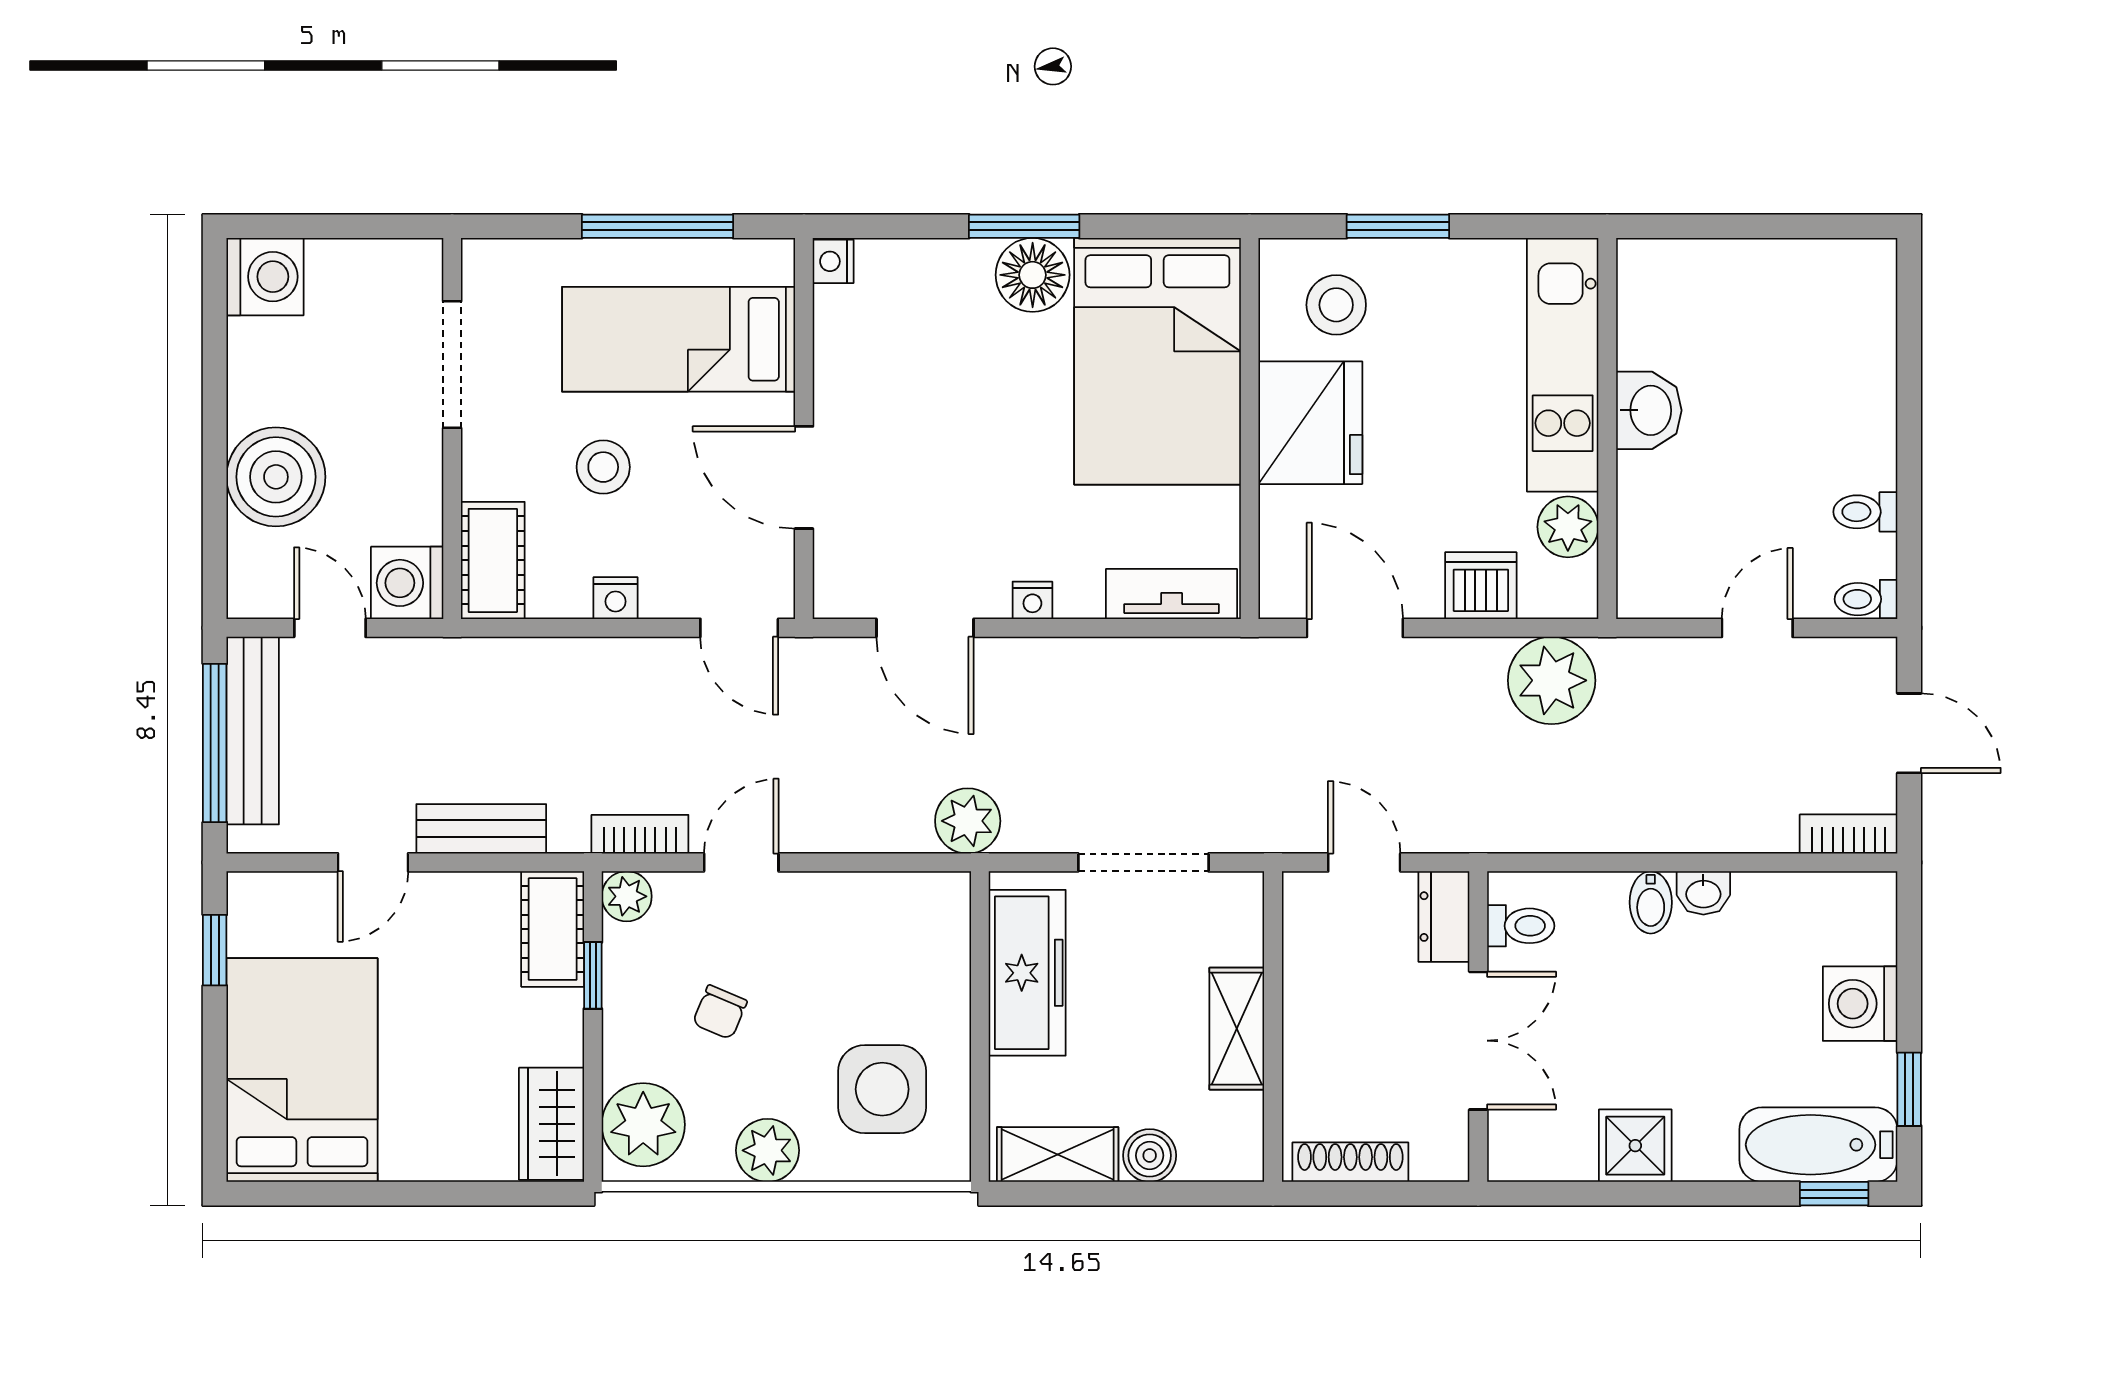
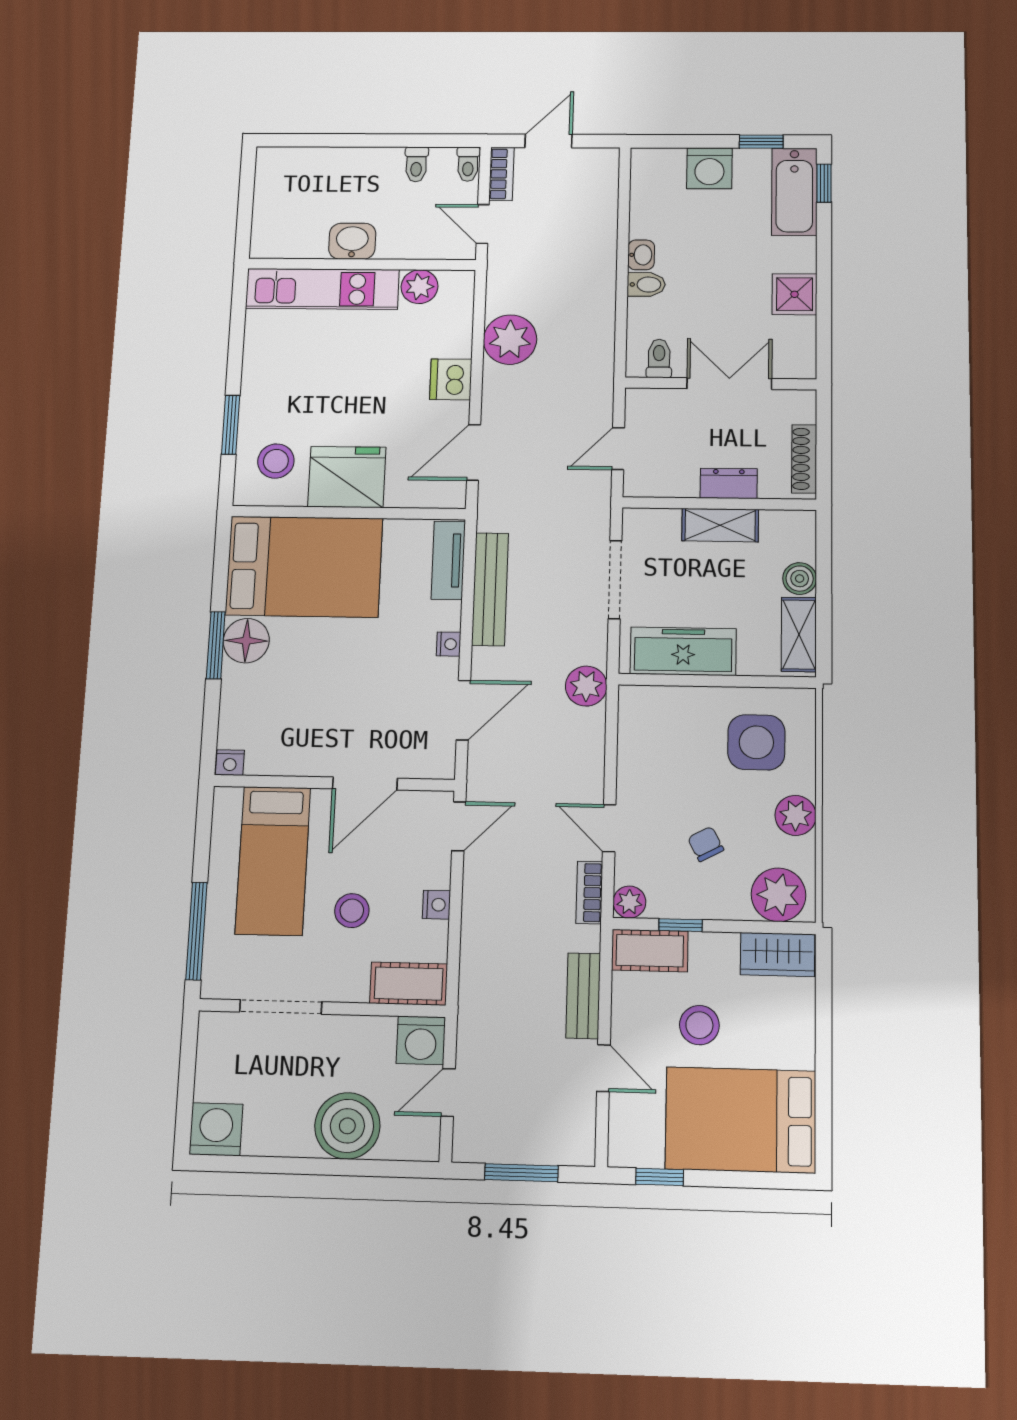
window: (658, 226) -> (197, 931), moved
kitchen unit: (1563, 365) -> (322, 289), moved
washbasin: (1649, 410) -> (352, 241), moved
wall: (1607, 429) -> (362, 264), moved
plant: (1568, 527) -> (419, 287), moved
bench: (253, 731) -> (490, 589), moved, turned 90
window: (215, 743) -> (521, 1173), width x0.69
bookcase: (1849, 834) -> (502, 174), moved, turned 180
dresser: (1444, 917) -> (729, 483), moved, turned 180
stool: (441, 1006) -> (699, 1025), added
chair: (720, 1012) -> (706, 844), turned -141

